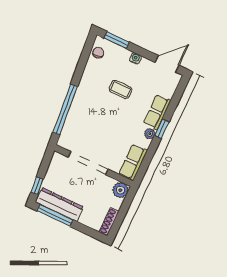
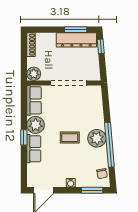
coffee table: (120, 89) -> (70, 138), moved
plant: (86, 92) -> (97, 138), added
window: (65, 109) -> (109, 145), moved
plant: (150, 134) -> (36, 125), width x1.88, depth x1.88
window: (55, 215) -> (76, 30), width x0.69

